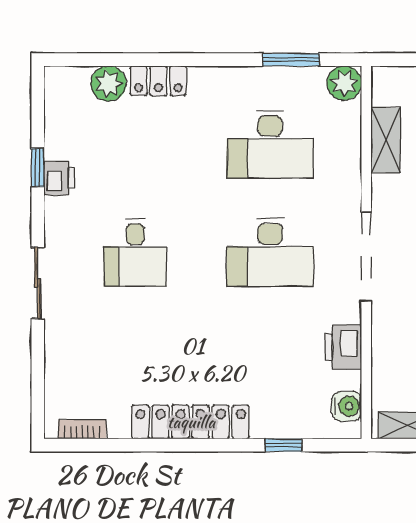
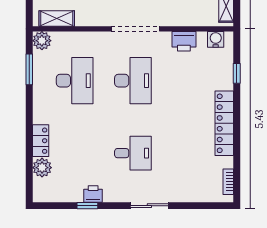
shelving: (385, 140) -> (57, 18), moved

